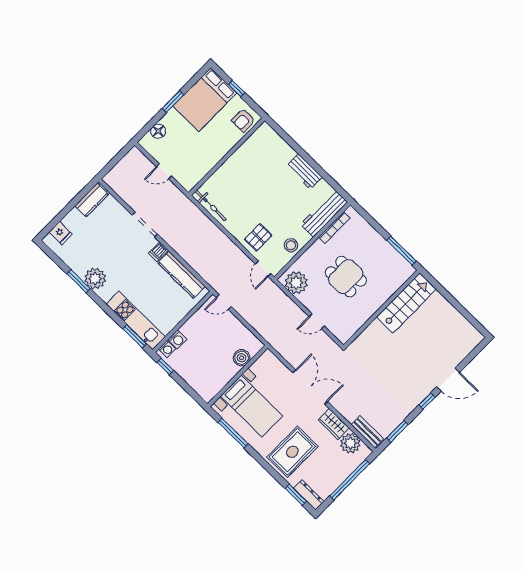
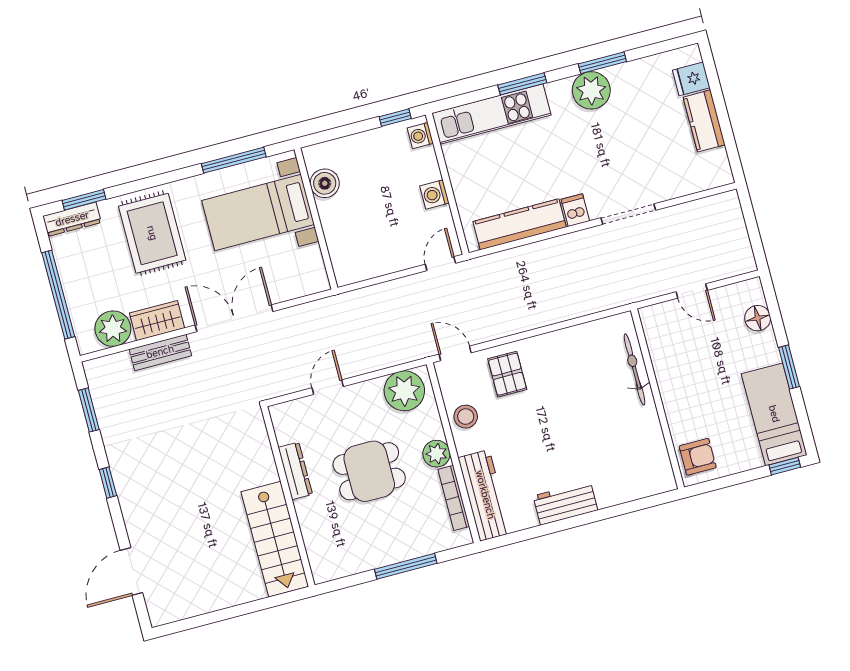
window: (236, 89) -> (785, 466), moved
bed: (205, 99) -> (774, 414), width x0.67
armchair: (243, 120) -> (698, 457), turned 90
door: (164, 171) -> (692, 291), swing flipped
kitchen counter: (92, 200) -> (704, 121), moved
bicycle: (211, 205) -> (635, 369), moved, turned 90
plant: (318, 249) -> (436, 454), added
window: (401, 251) -> (406, 566), moved
dresser: (367, 313) -> (295, 471), added
window: (135, 336) -> (522, 84), moved
washing machine: (177, 339) -> (434, 194), moved
boiler: (242, 358) -> (325, 183), moved
door: (448, 380) -> (131, 572), moved
double door: (310, 387) -> (234, 318), swing flipped
bench: (367, 432) -> (160, 352), moved

